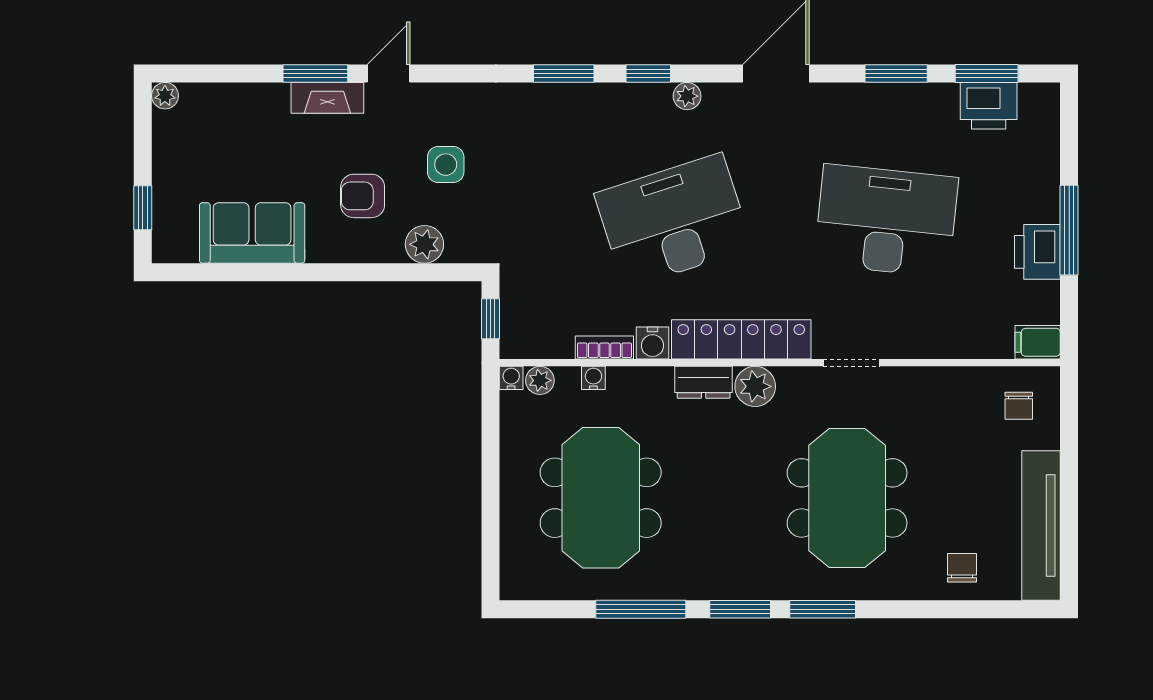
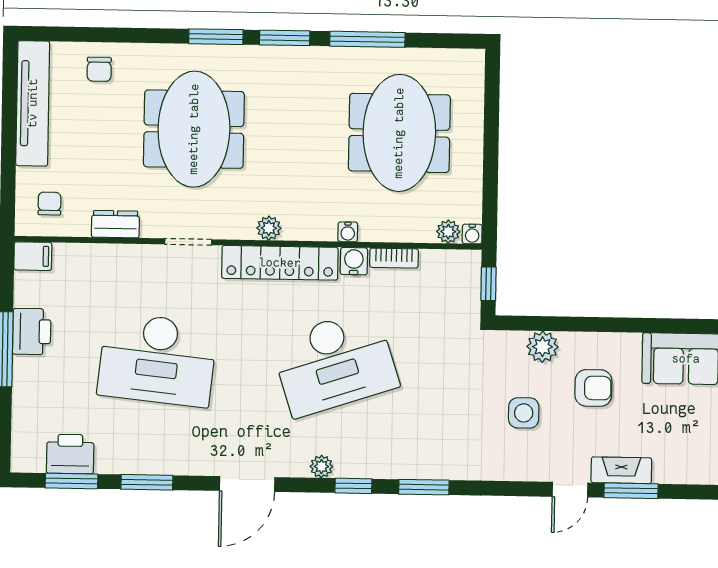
water cooler: (593, 378) -> (348, 232), moved
dresser: (704, 382) -> (115, 224), moved
plant: (755, 386) -> (269, 228), width x0.73, depth x0.73

